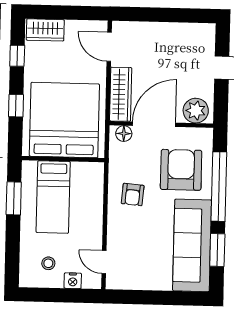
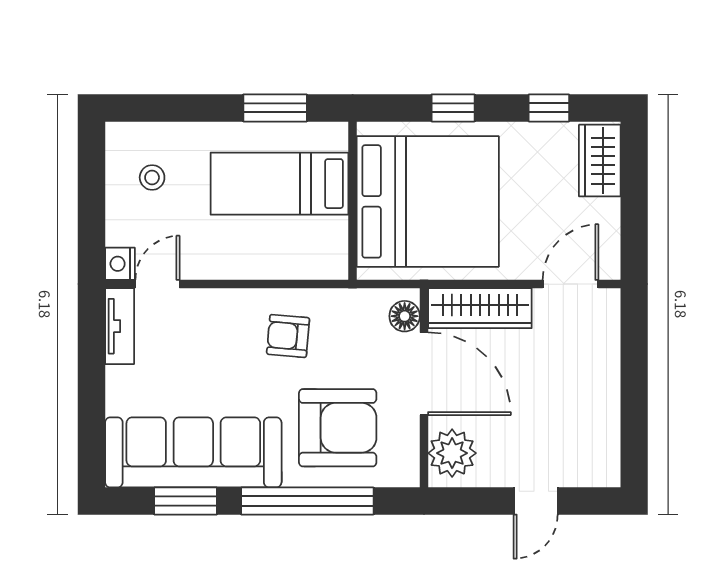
nightstand: (73, 281) -> (120, 264), moved
tv unit: (125, 282) -> (120, 326), added

